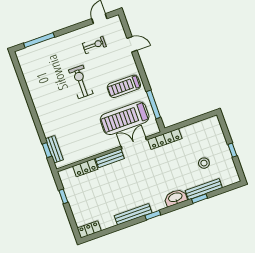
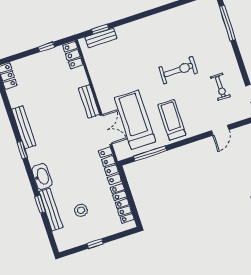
locker: (197, 128) -> (122, 203), added
locker: (85, 168) -> (73, 55), moved

